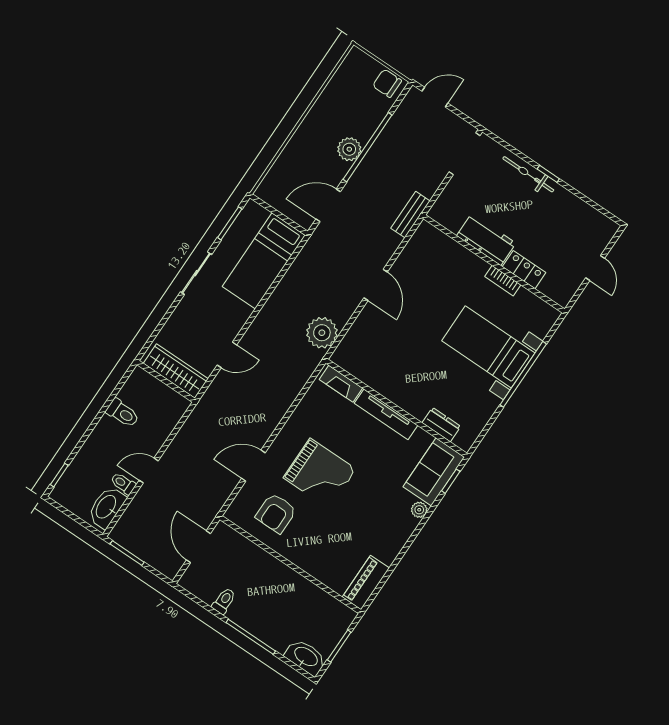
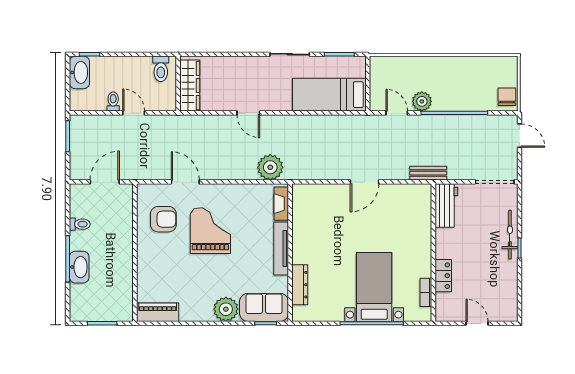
plant: (349, 149) -> (422, 101), moved
door: (328, 205) -> (397, 113), width x0.73
workbench: (486, 239) -> (446, 206), moved
door: (595, 268) -> (477, 323), swing flipped
bookcase: (503, 281) -> (426, 292), moved
plant: (322, 333) -> (270, 167), moved
wardrobe: (176, 371) -> (190, 85), moved
wall: (166, 381) -> (178, 84), moved
dresser: (441, 425) -> (300, 285), width x1.44
grand piano: (320, 473) -> (210, 231), turned 180
washbasin: (107, 507) -> (79, 72), moved, turned 90
plant: (419, 510) -> (226, 309), width x1.88, depth x1.88
armchair: (276, 513) -> (163, 219), turned 180
washbasin: (306, 657) -> (79, 267), moved

